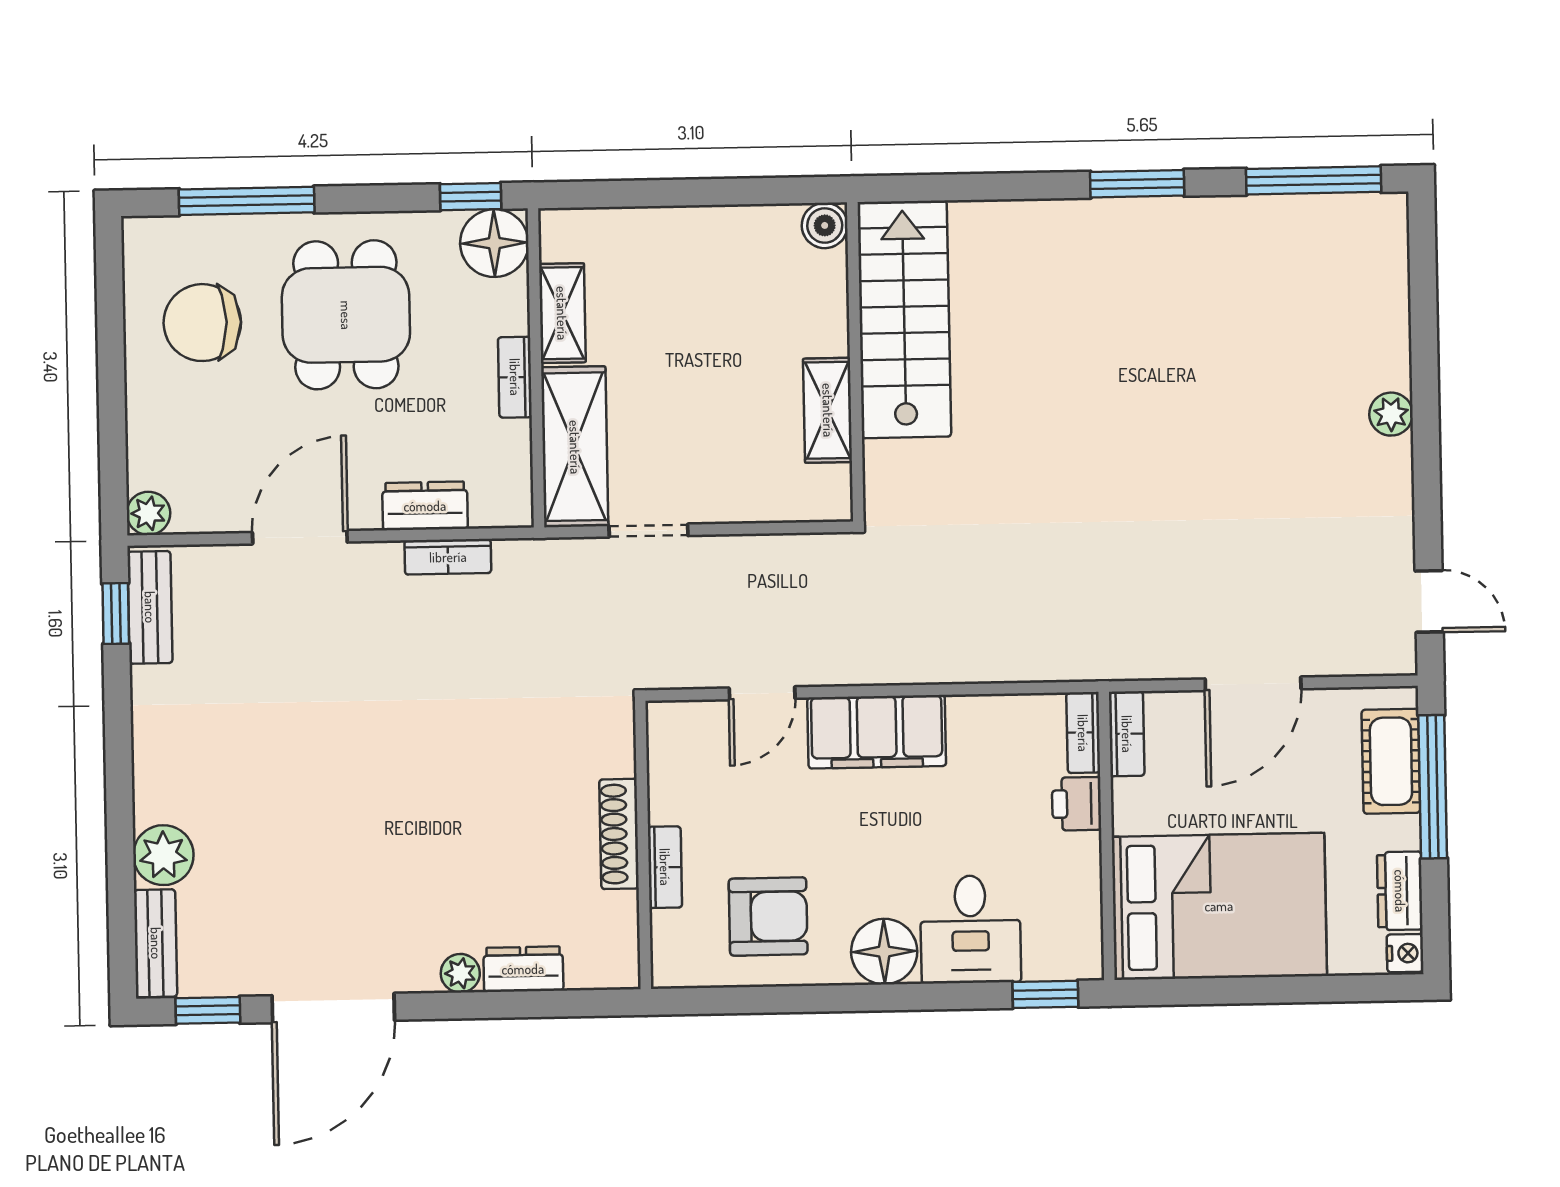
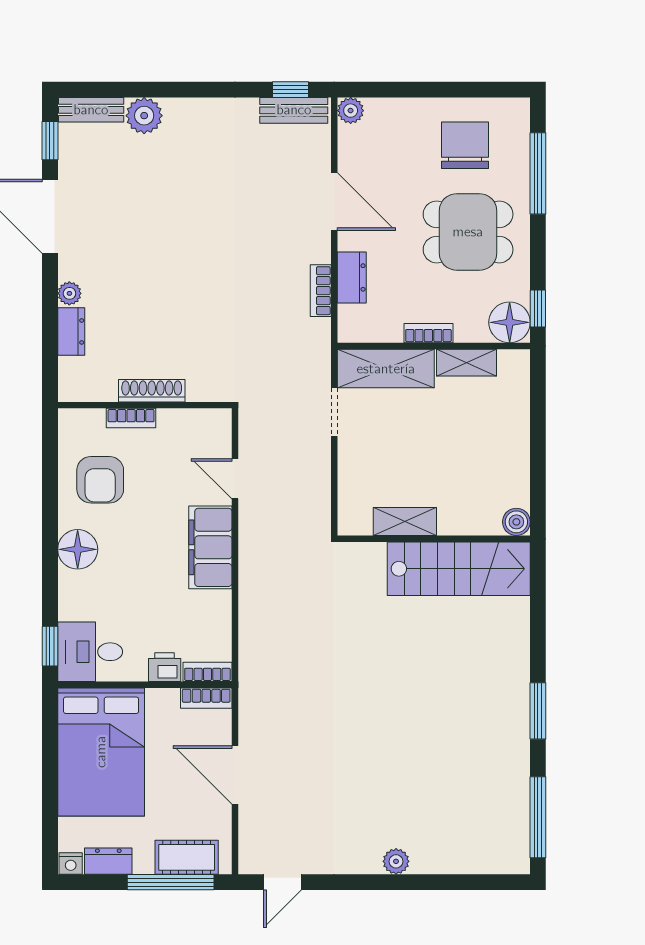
desk: (970, 929) -> (90, 652), moved

